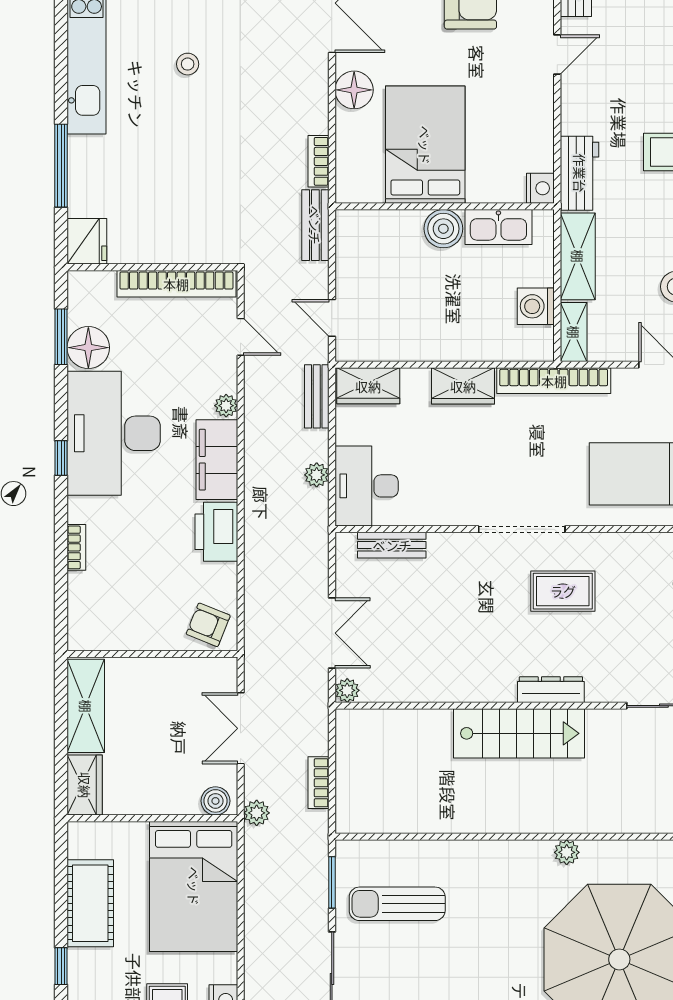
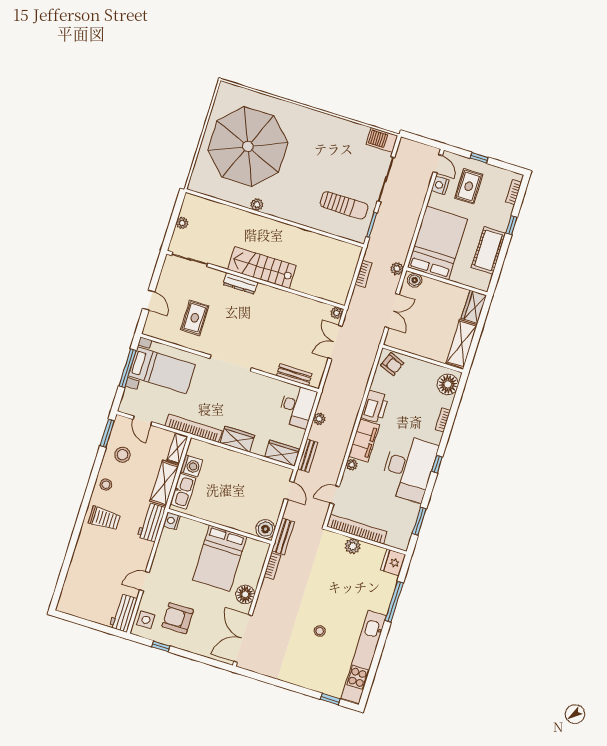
kitchen sink: (498, 227) -> (183, 491), moved, turned 90
boiler: (443, 229) -> (265, 529), moved
plant: (175, 248) -> (353, 546), added
door: (241, 337) -> (335, 495), hinge flipped
floor lamp: (88, 348) -> (448, 384), moved
rug: (563, 591) -> (195, 318), moved, turned 90

